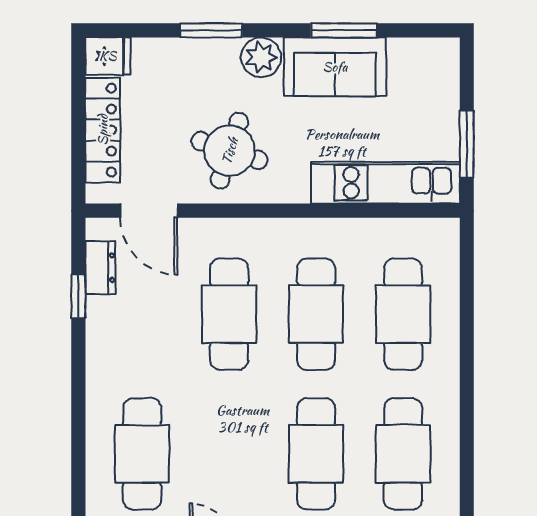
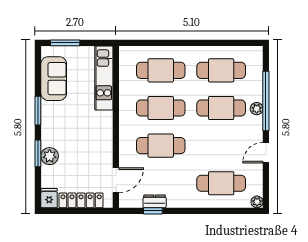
window: (344, 30) -> (38, 111), moved
plant: (261, 57) -> (50, 156), moved
sofa: (335, 67) -> (54, 79), moved
window: (467, 144) -> (65, 43), moved
round table: (230, 151) -> (90, 145), removed
dresser: (100, 268) -> (155, 201), moved

